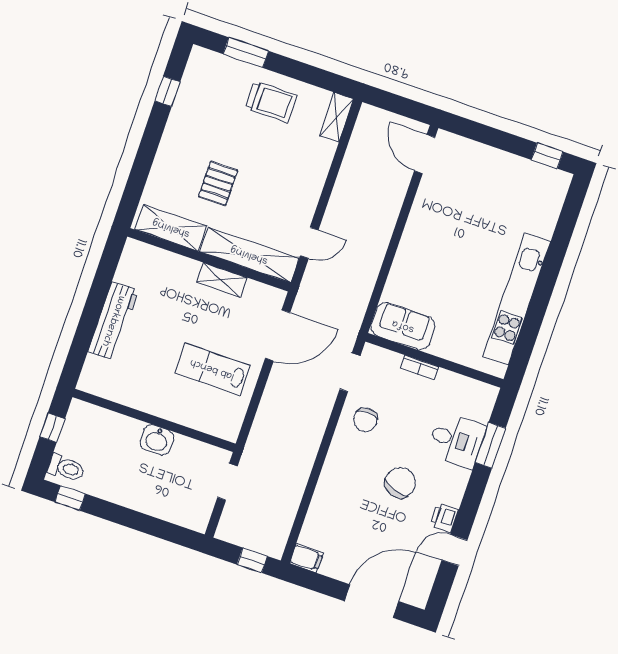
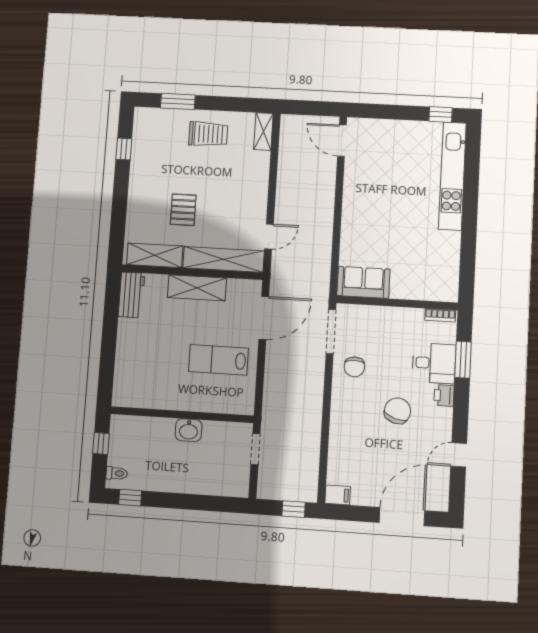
shelving: (222, 280) -> (197, 288), width x1.50, depth x1.33
kitchen unit: (517, 299) -> (452, 176), moved
workbench: (113, 321) -> (131, 295), moved, width x0.73
bookcase: (420, 368) -> (440, 315), moved
doorway: (350, 372) -> (331, 332), width x1.38
toilet: (66, 468) -> (117, 473), width x0.73, depth x0.72
printer: (444, 518) -> (444, 396), moved

